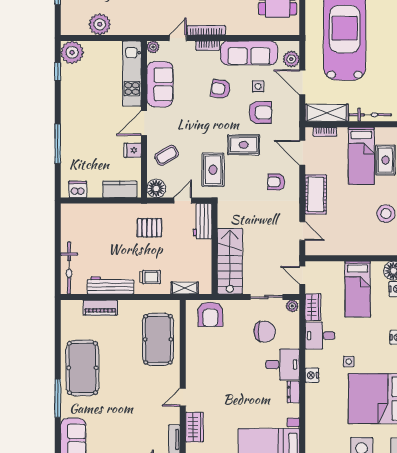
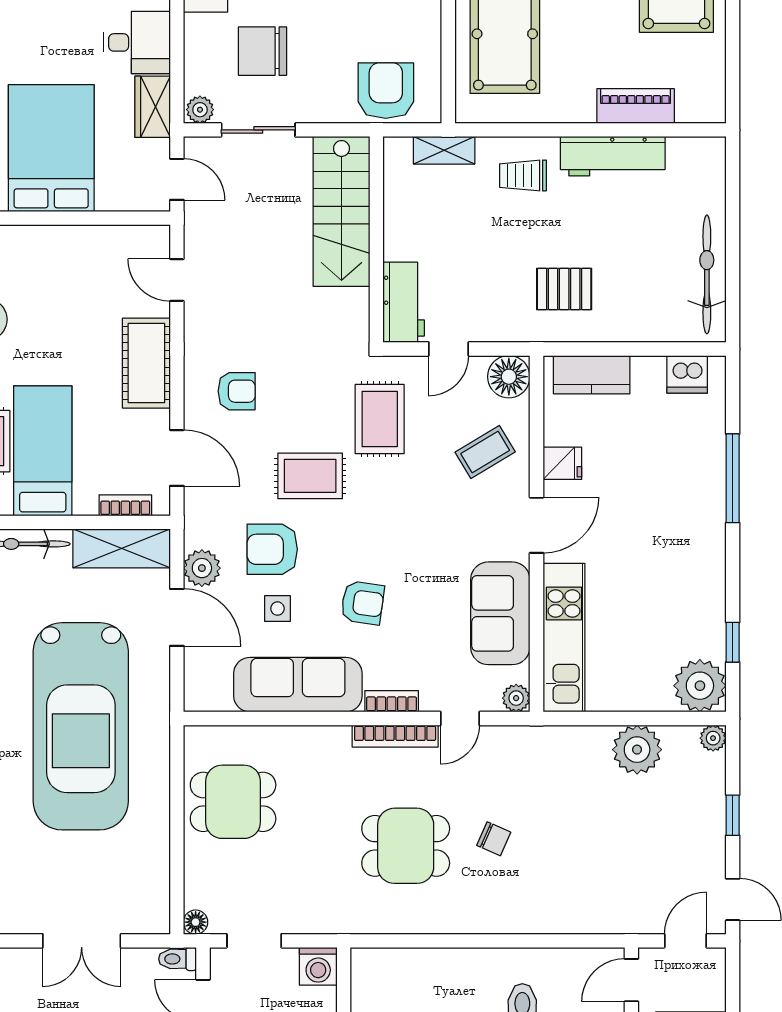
plant: (66, 29) -> (713, 738), added
plant: (291, 59) -> (202, 568), moved
pallet: (149, 228) -> (564, 289), moved
bicycle: (69, 268) -> (707, 274), moved
bed: (358, 289) -> (51, 148), width x1.50

